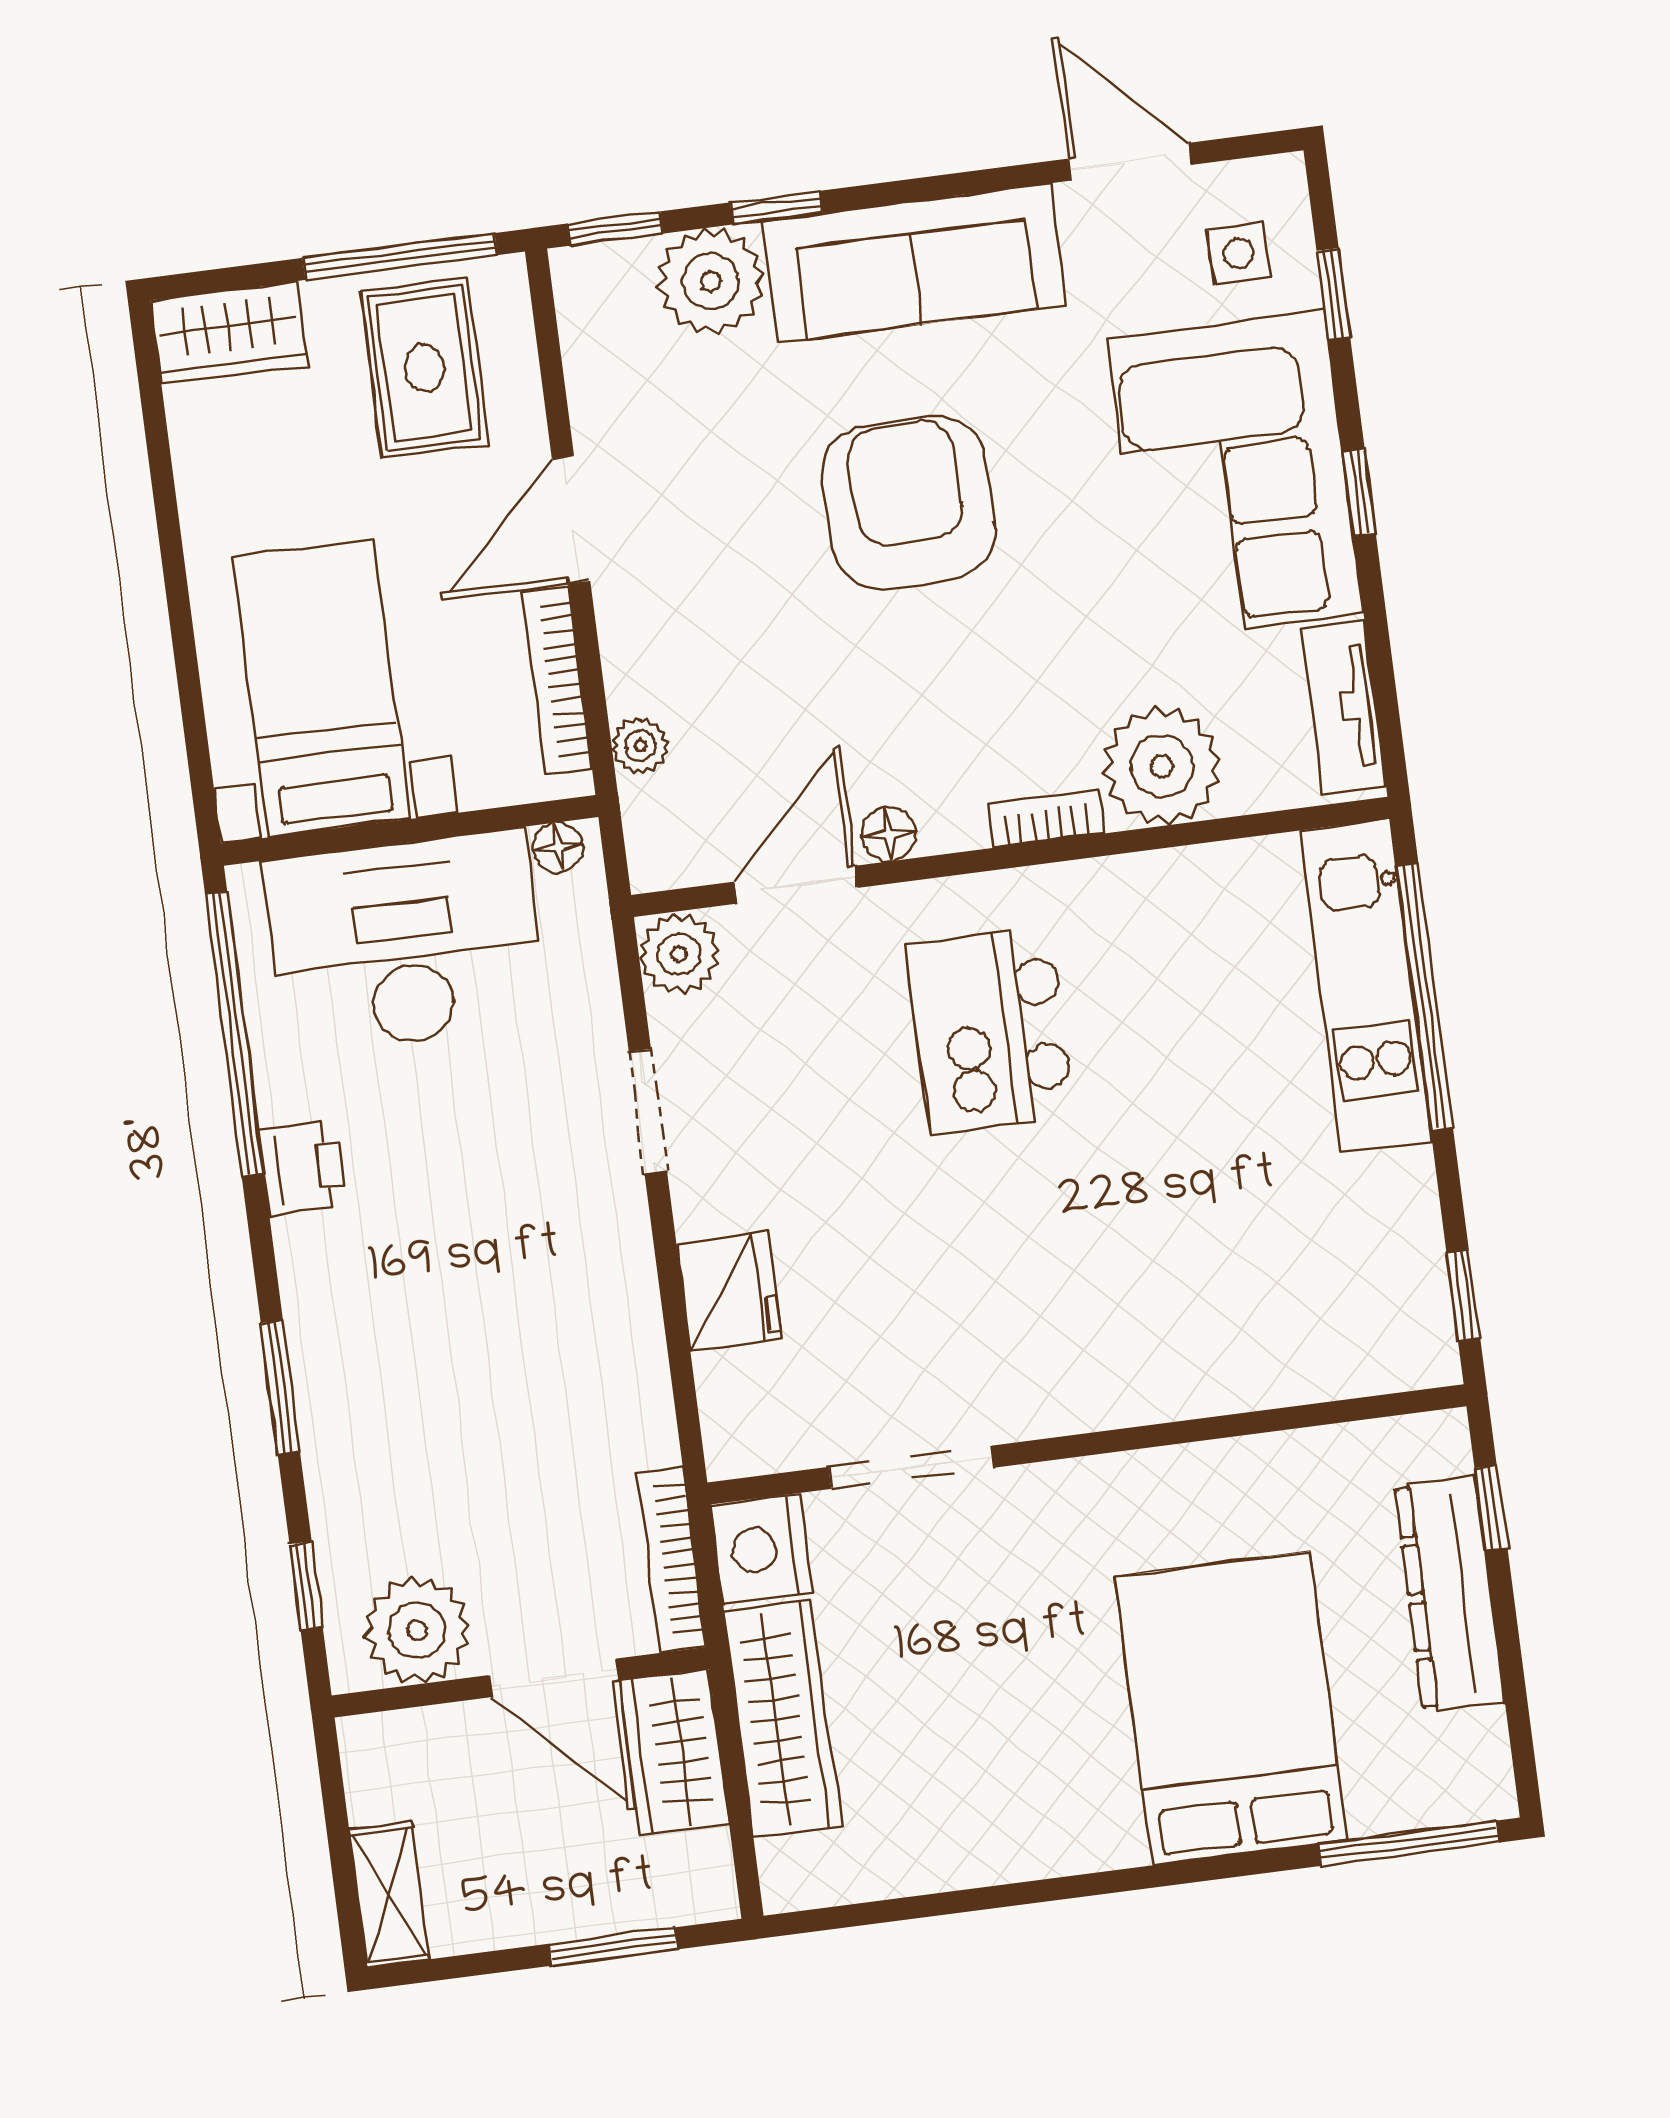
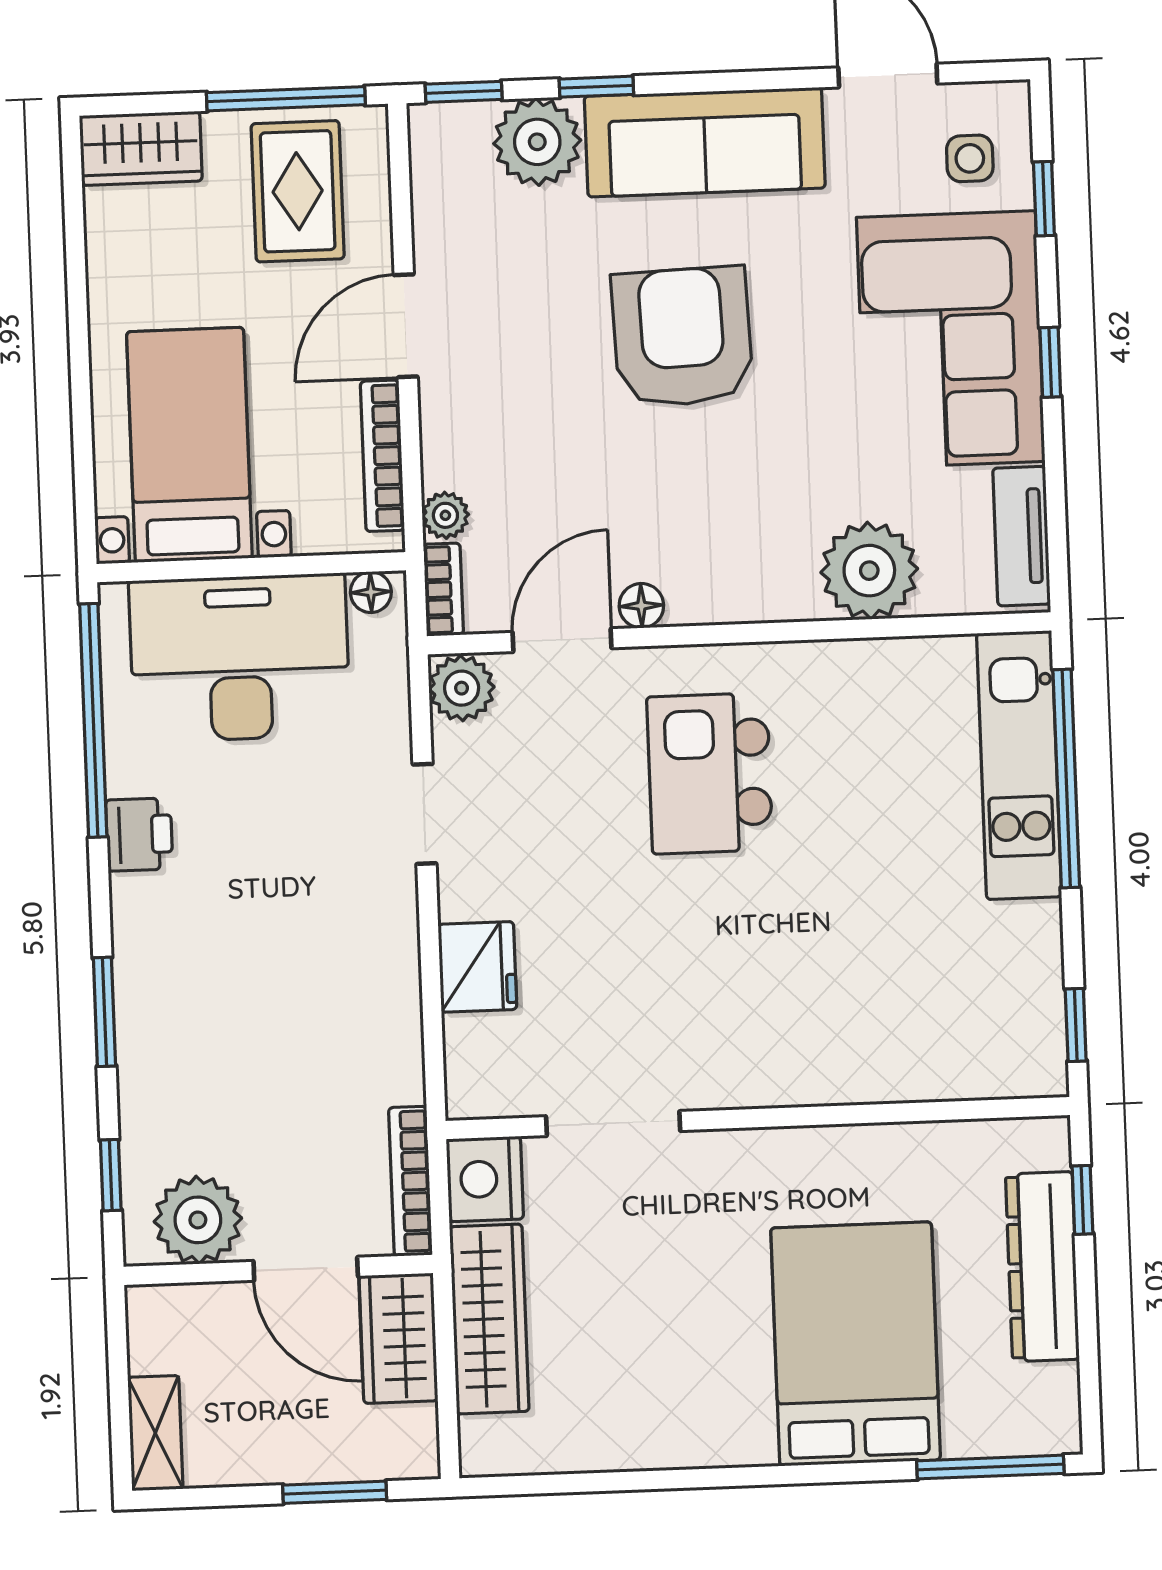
bookcase: (1046, 818) -> (443, 590), moved, turned 90

